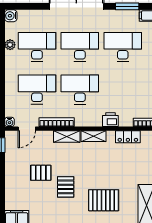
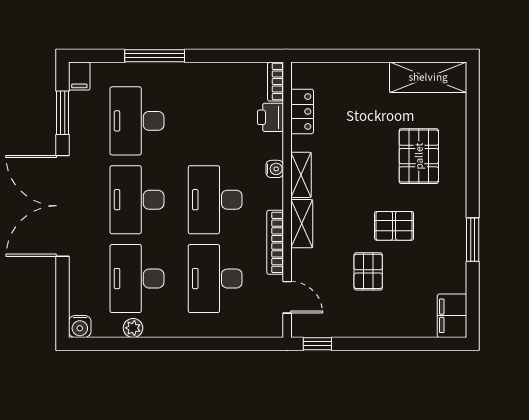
printer: (110, 120) -> (271, 117), moved
water cooler: (9, 122) -> (275, 169), moved

